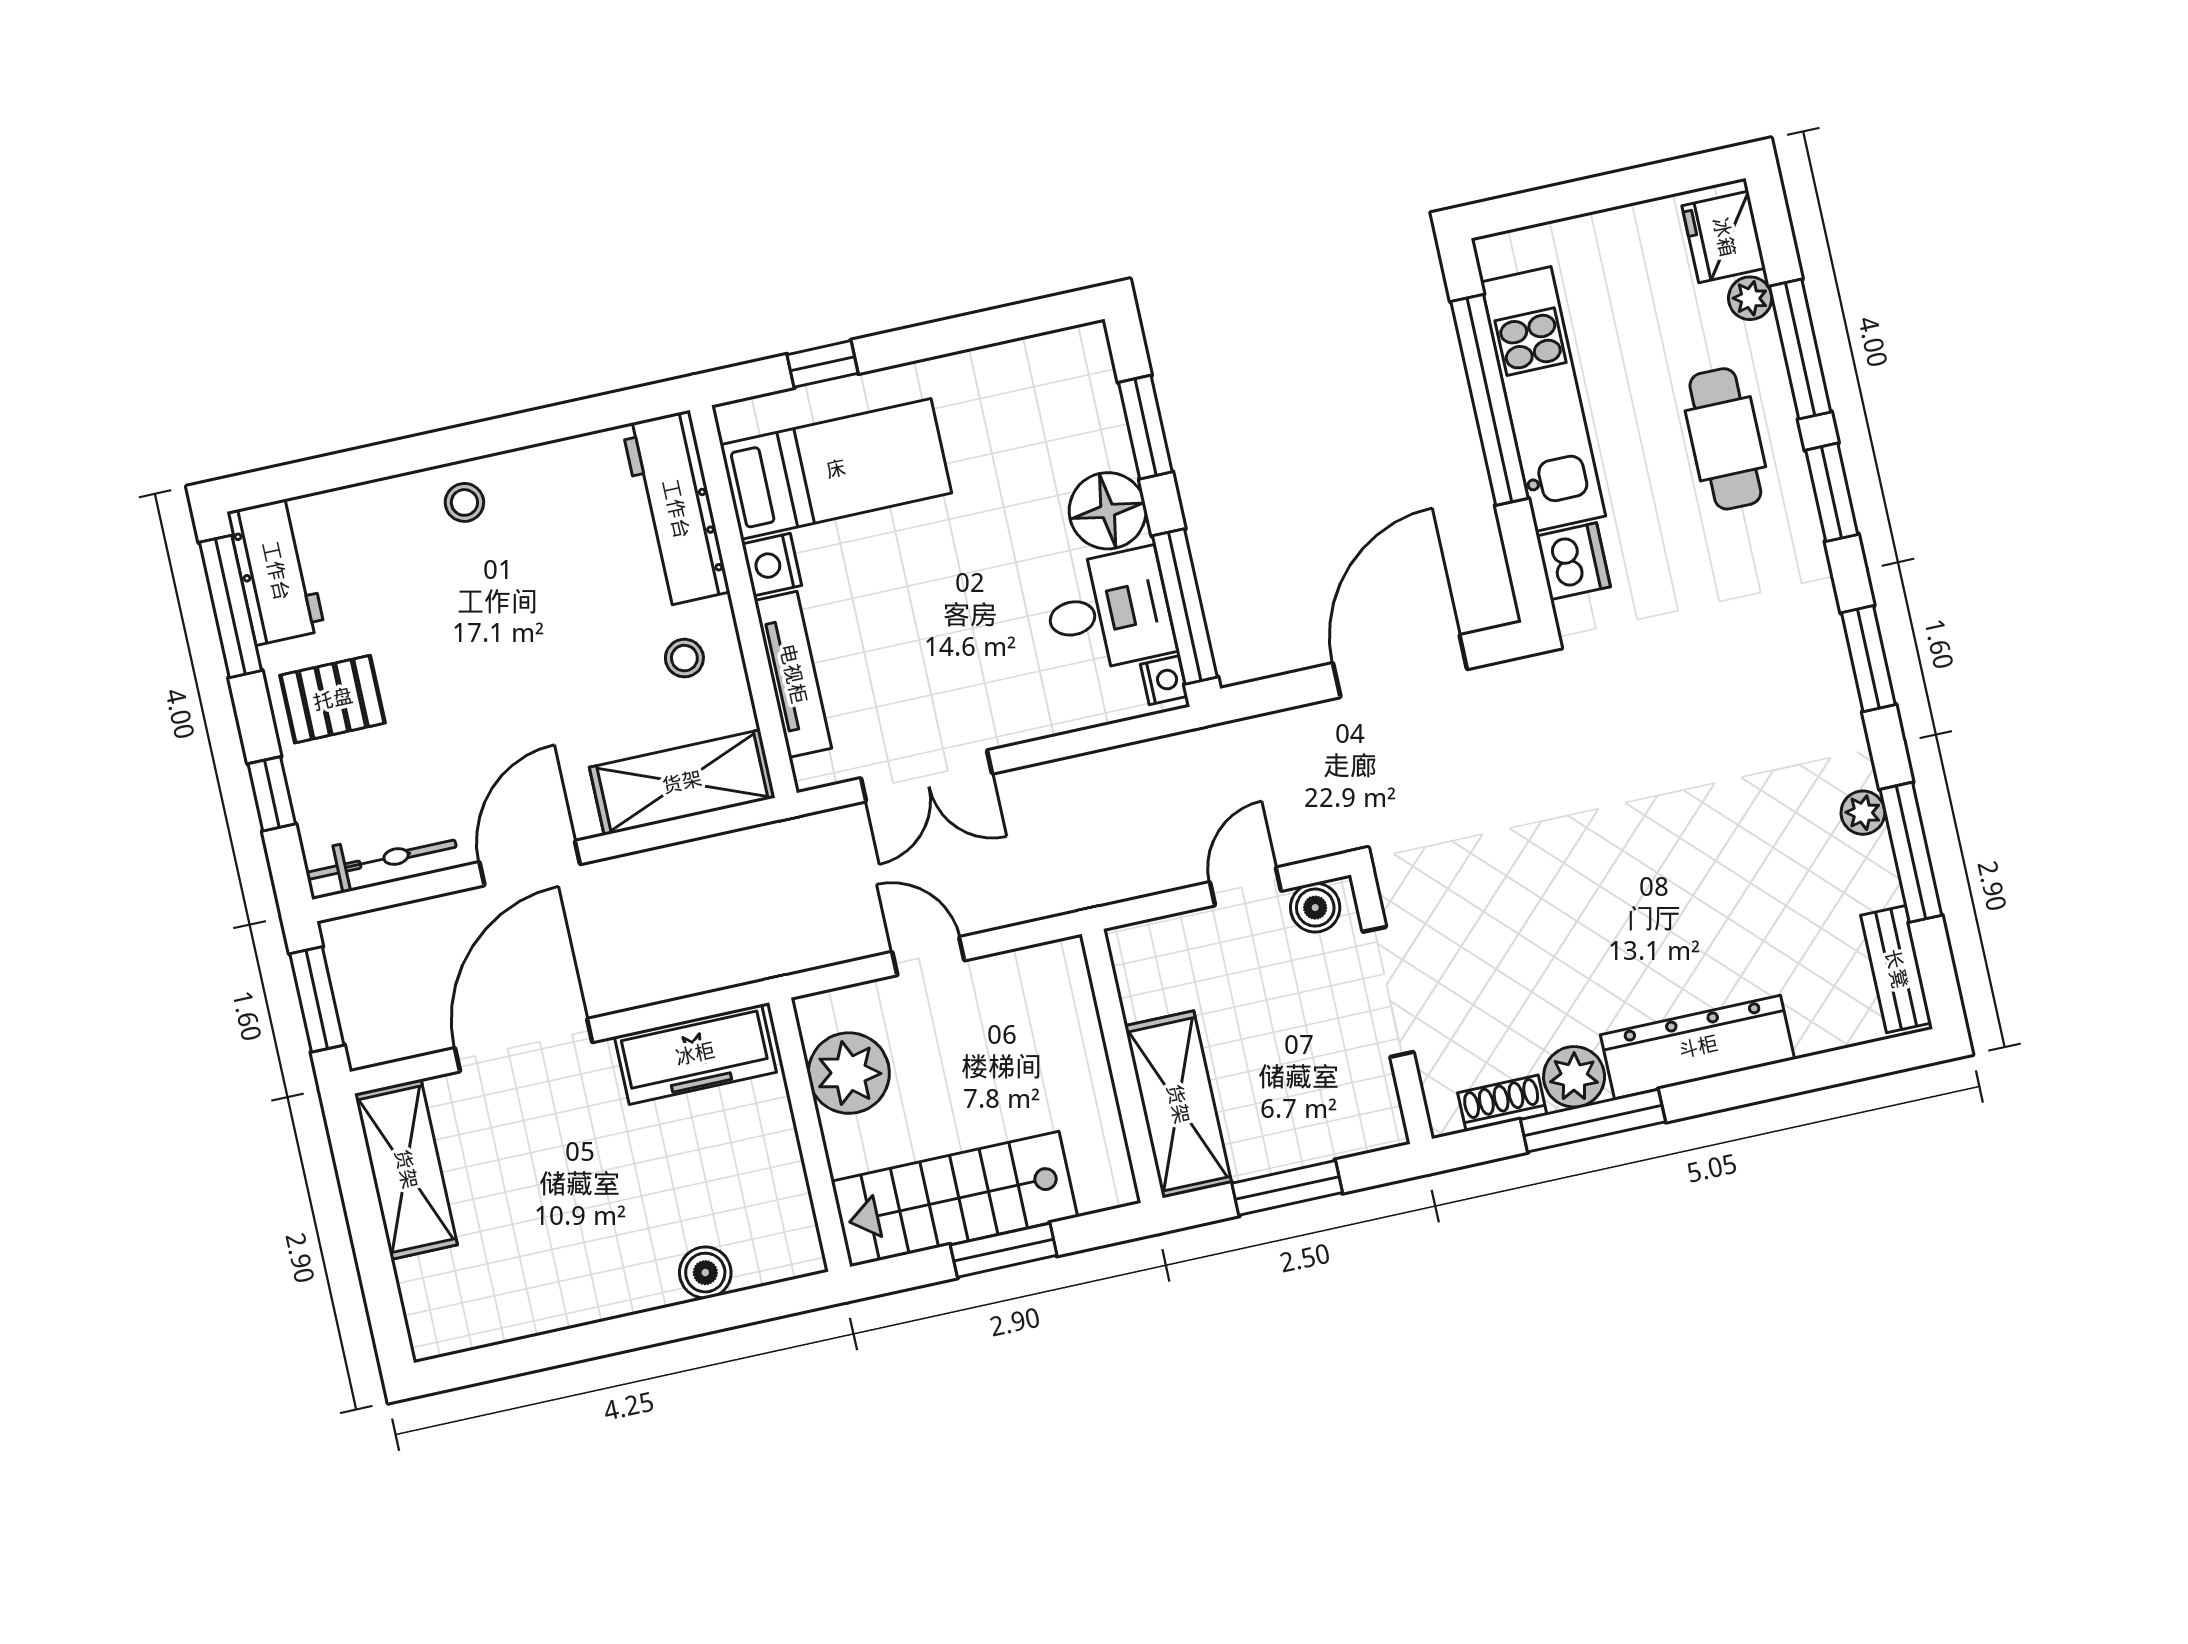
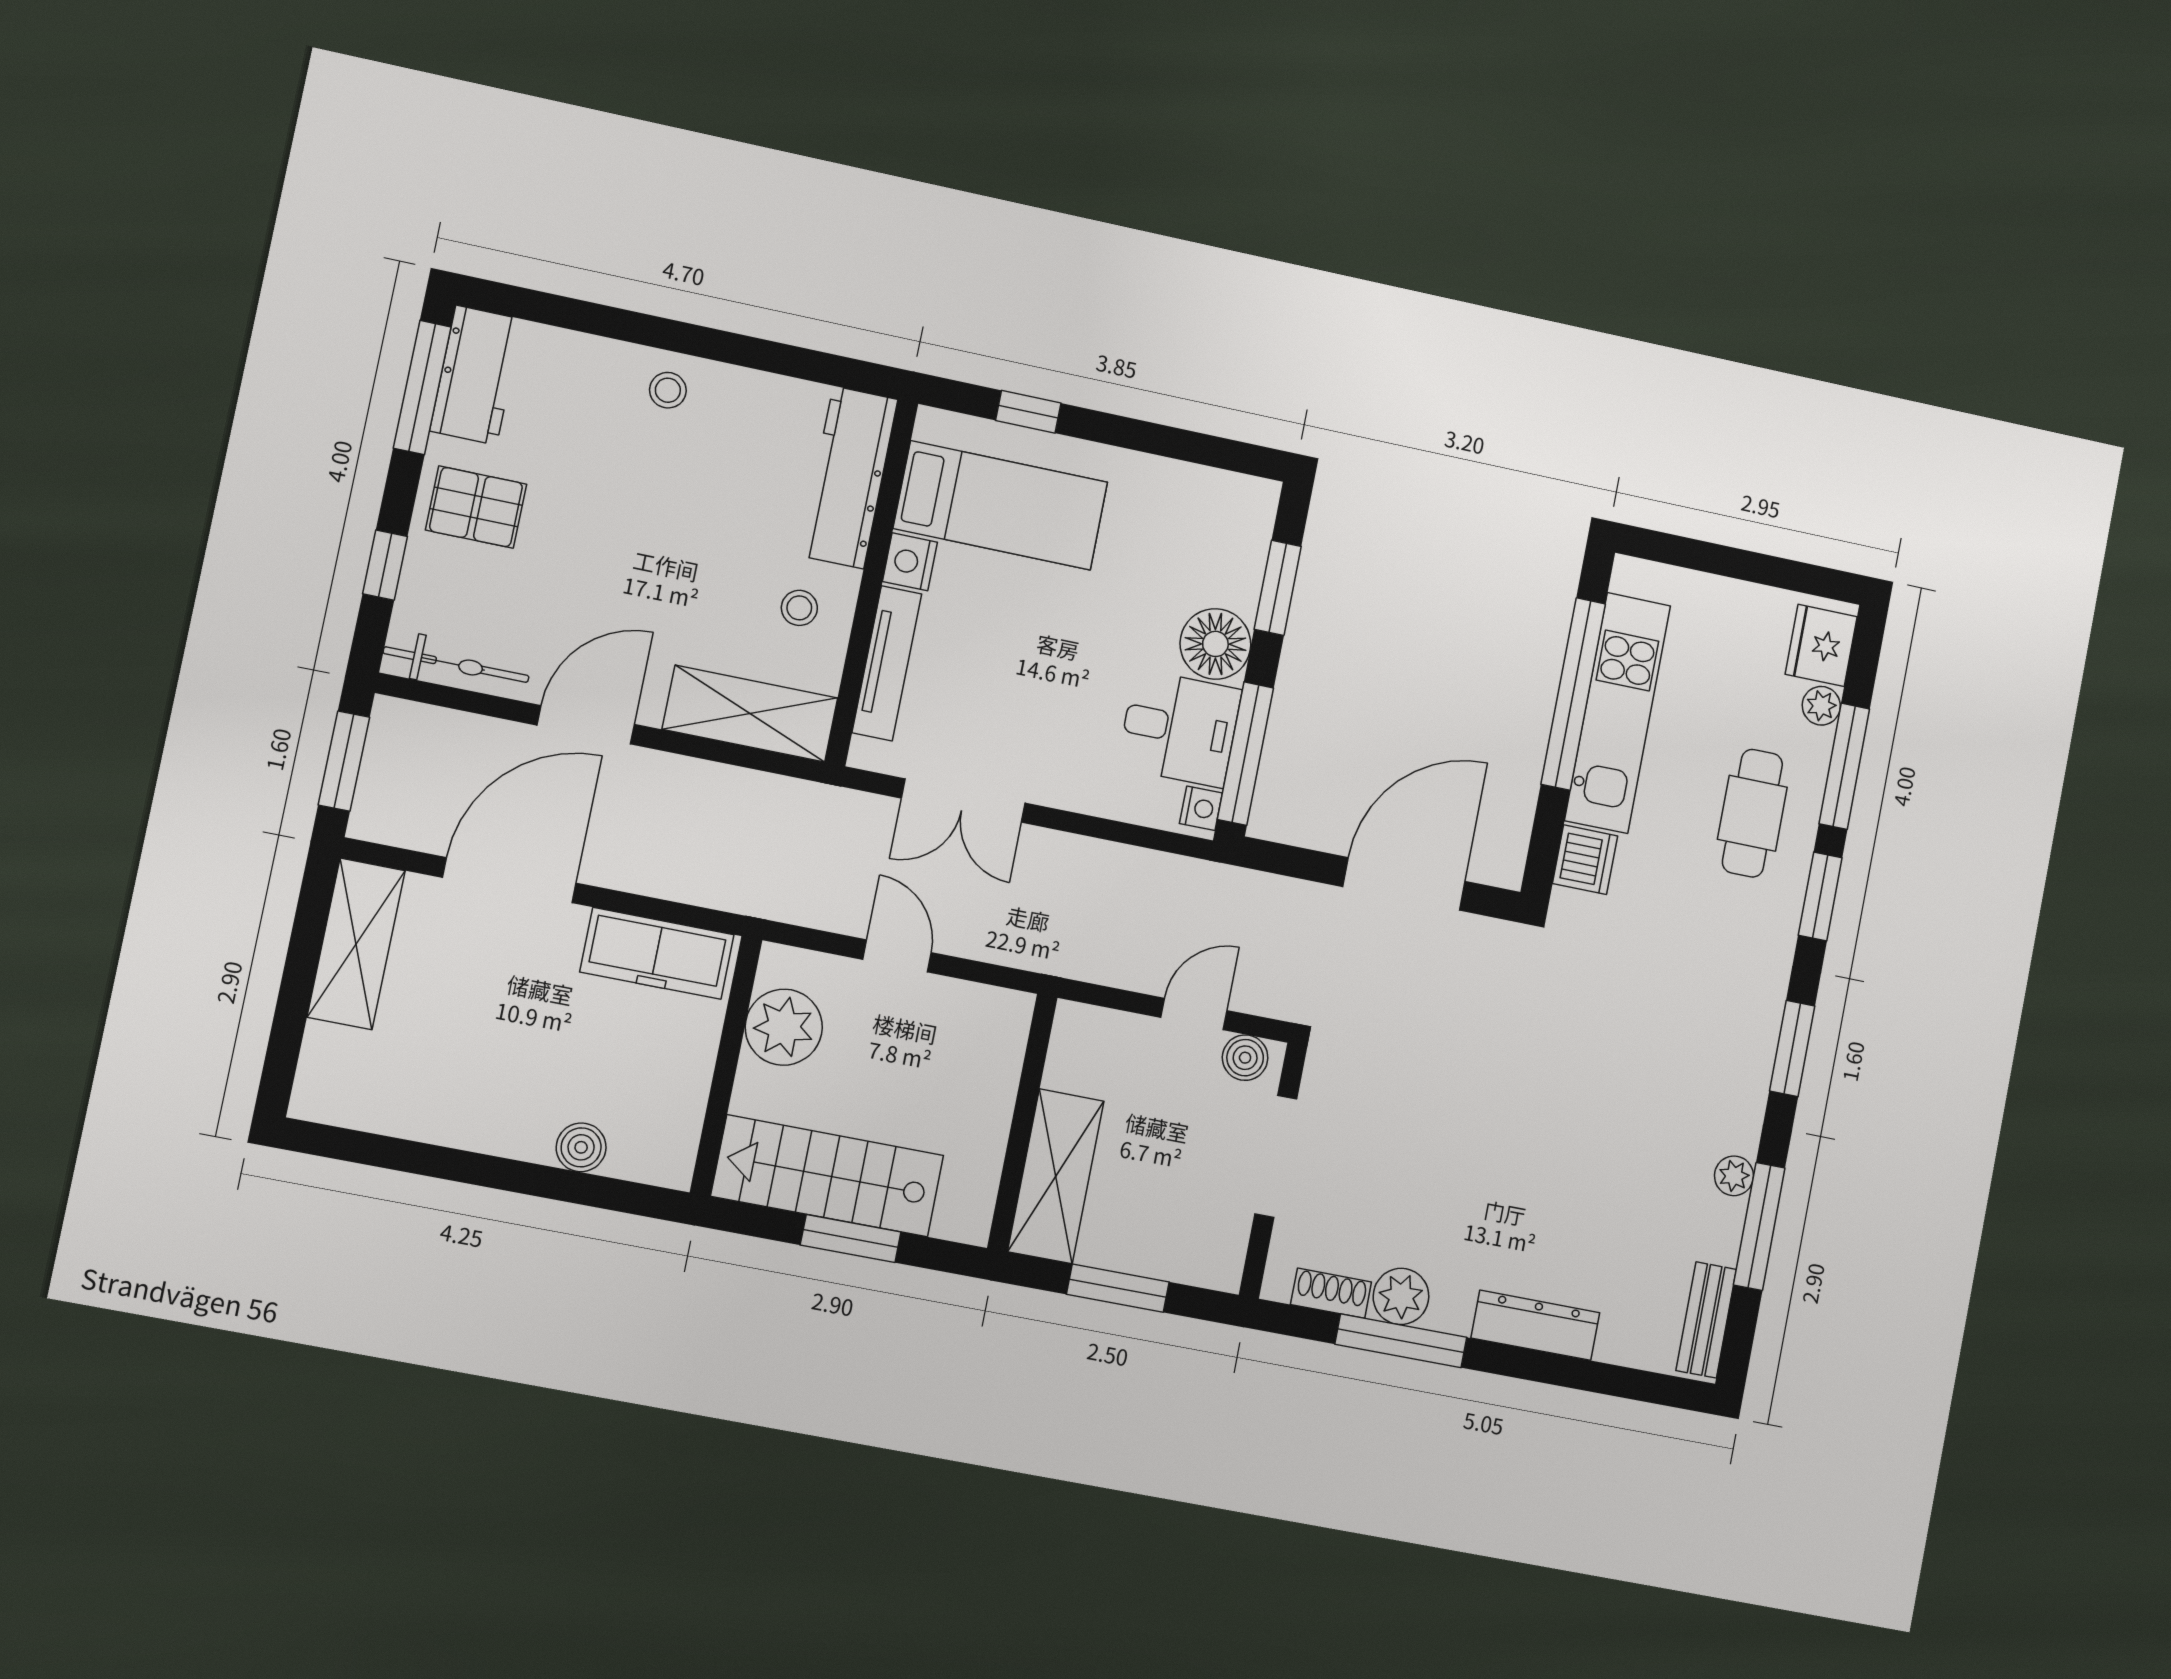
dresser: (1698, 1047) -> (1535, 1325), width x0.73, depth x0.80

